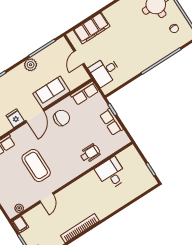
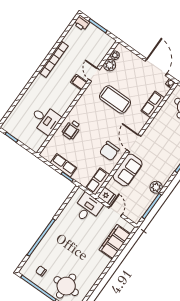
fridge: (15, 118) -> (107, 196), moved
plant: (28, 201) -> (110, 65), added
filing cabinet: (21, 224) -> (79, 82), moved

